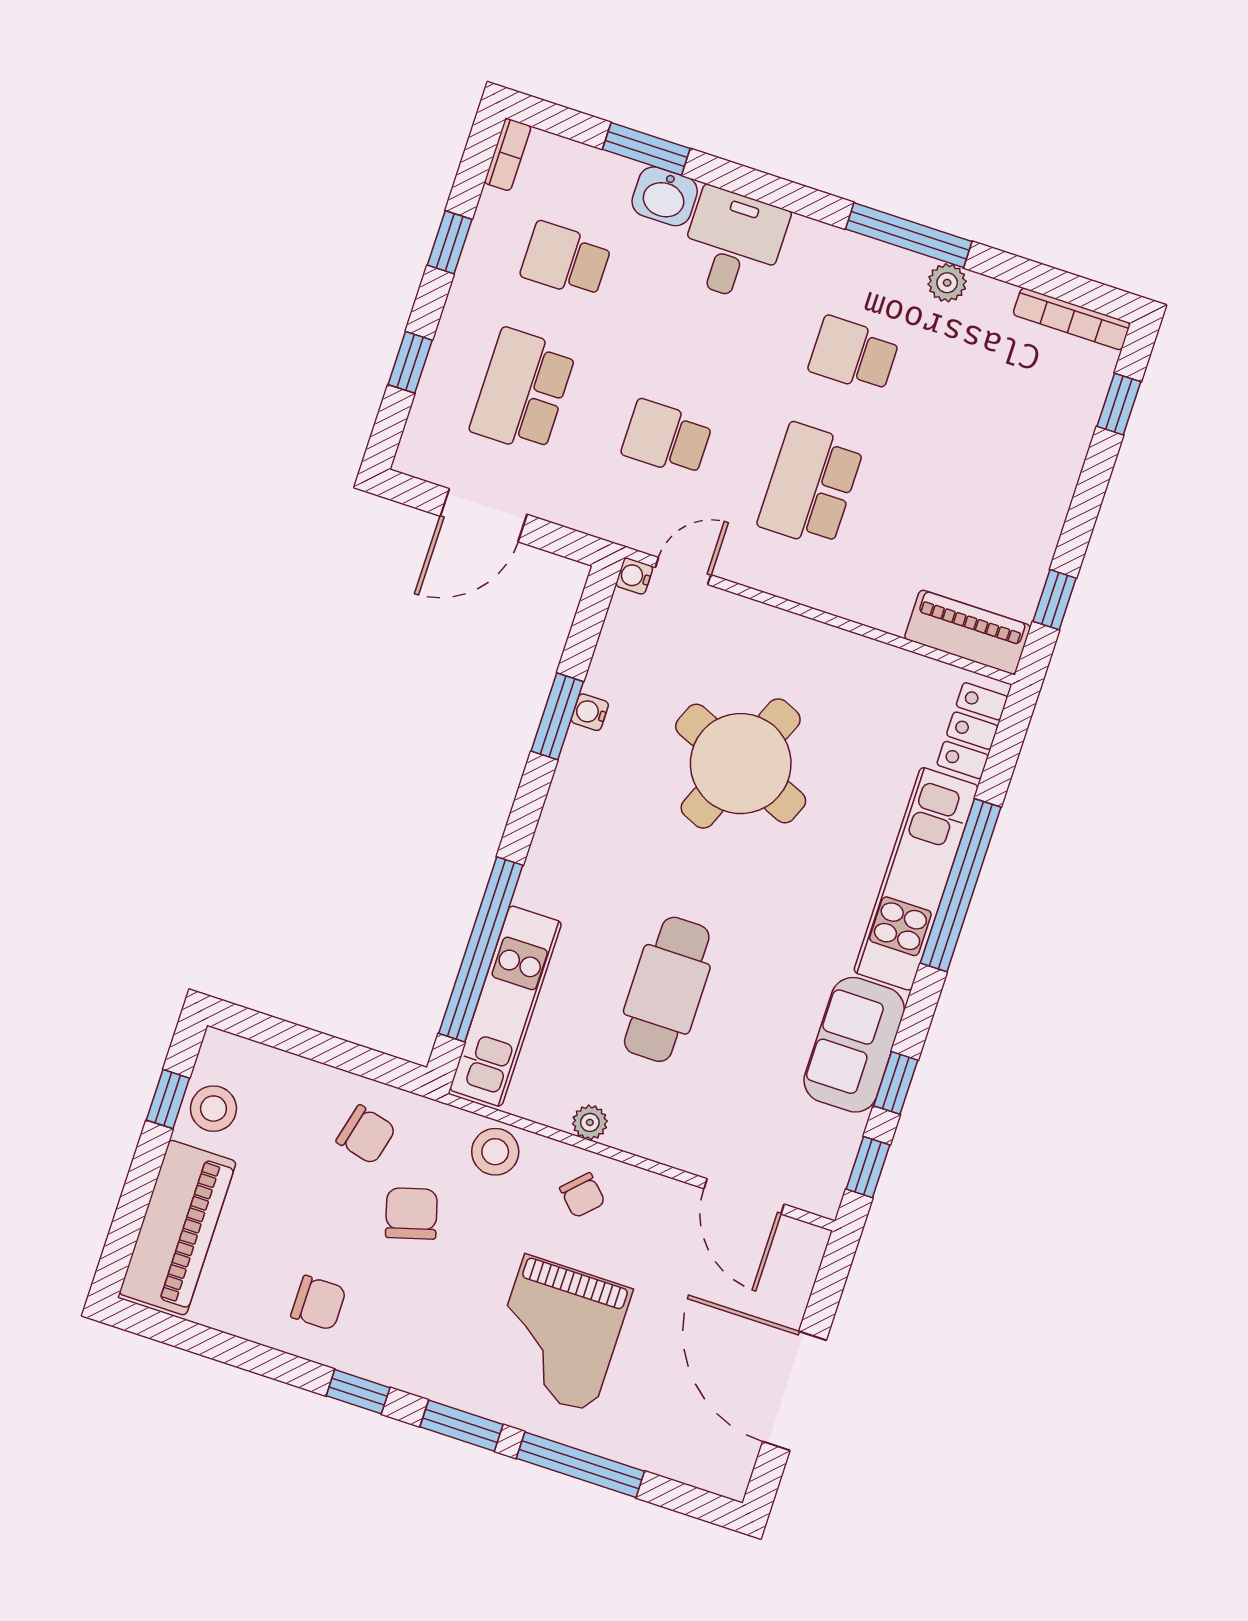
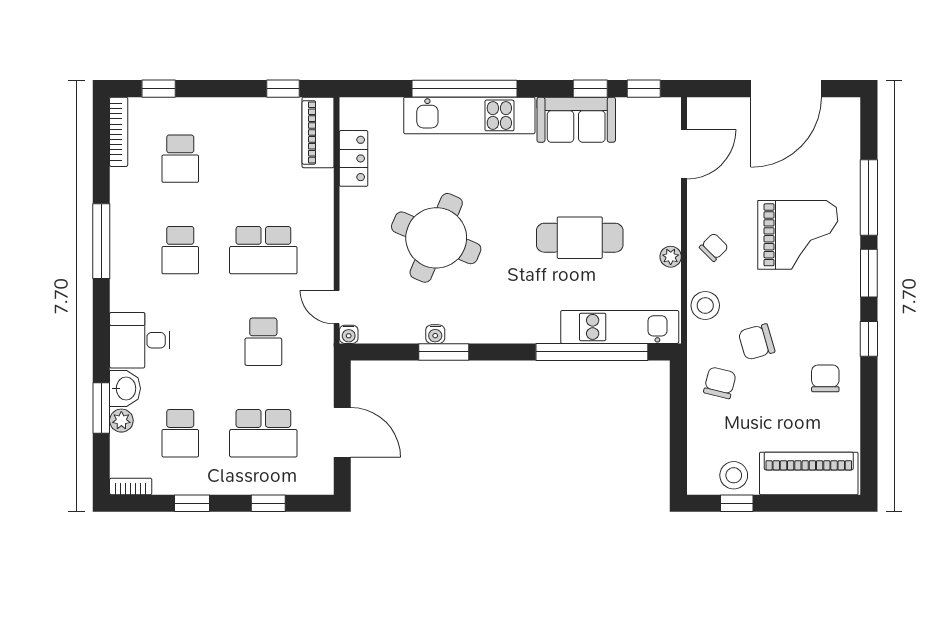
plant: (947, 283) -> (121, 421), moved
school desk: (998, 402) -> (180, 159), added
locker: (972, 731) -> (354, 158), moved, turned -90

